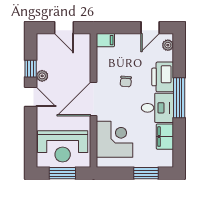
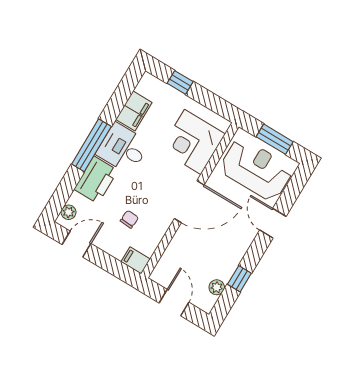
plant: (42, 76) -> (217, 287), moved
chair: (126, 81) -> (129, 219), moved
door: (31, 97) -> (273, 223), moved
window: (146, 173) -> (180, 82), width x0.67

